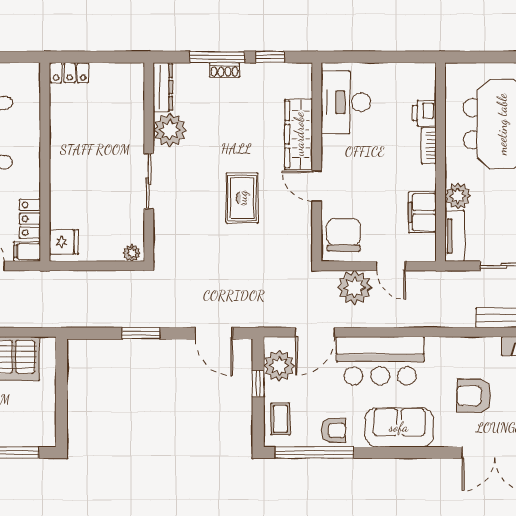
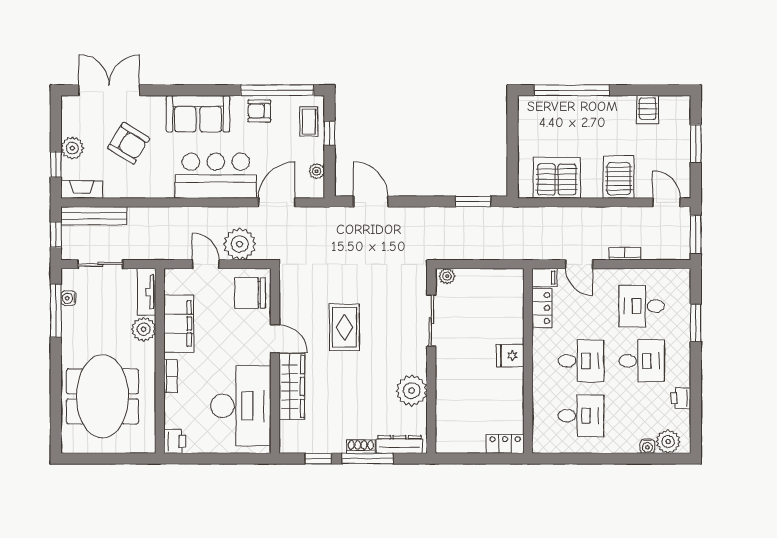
dresser: (163, 87) -> (399, 445), moved, turned 90
desk: (346, 102) -> (241, 406), width x1.36, depth x1.30
printer: (424, 113) -> (175, 441), moved
sliding door: (149, 181) -> (431, 321), moved
filing cabinet: (422, 212) -> (179, 324), width x1.50, depth x1.17
chair: (344, 235) -> (250, 293), turned 90
fridge: (64, 242) -> (510, 356), moved
window: (141, 333) -> (473, 201), moved
plant: (279, 366) -> (317, 171), width x0.53, depth x0.53
window: (258, 384) -> (329, 133), moved
armchair: (474, 396) -> (129, 143), turned 32

